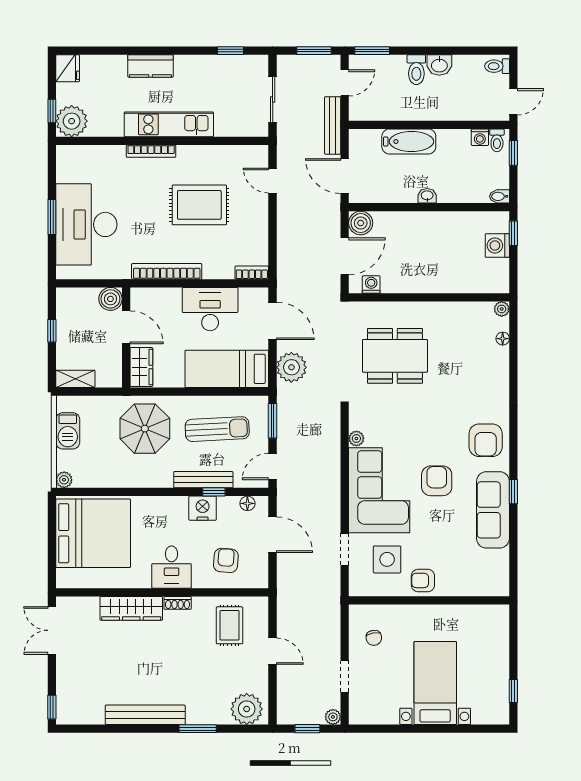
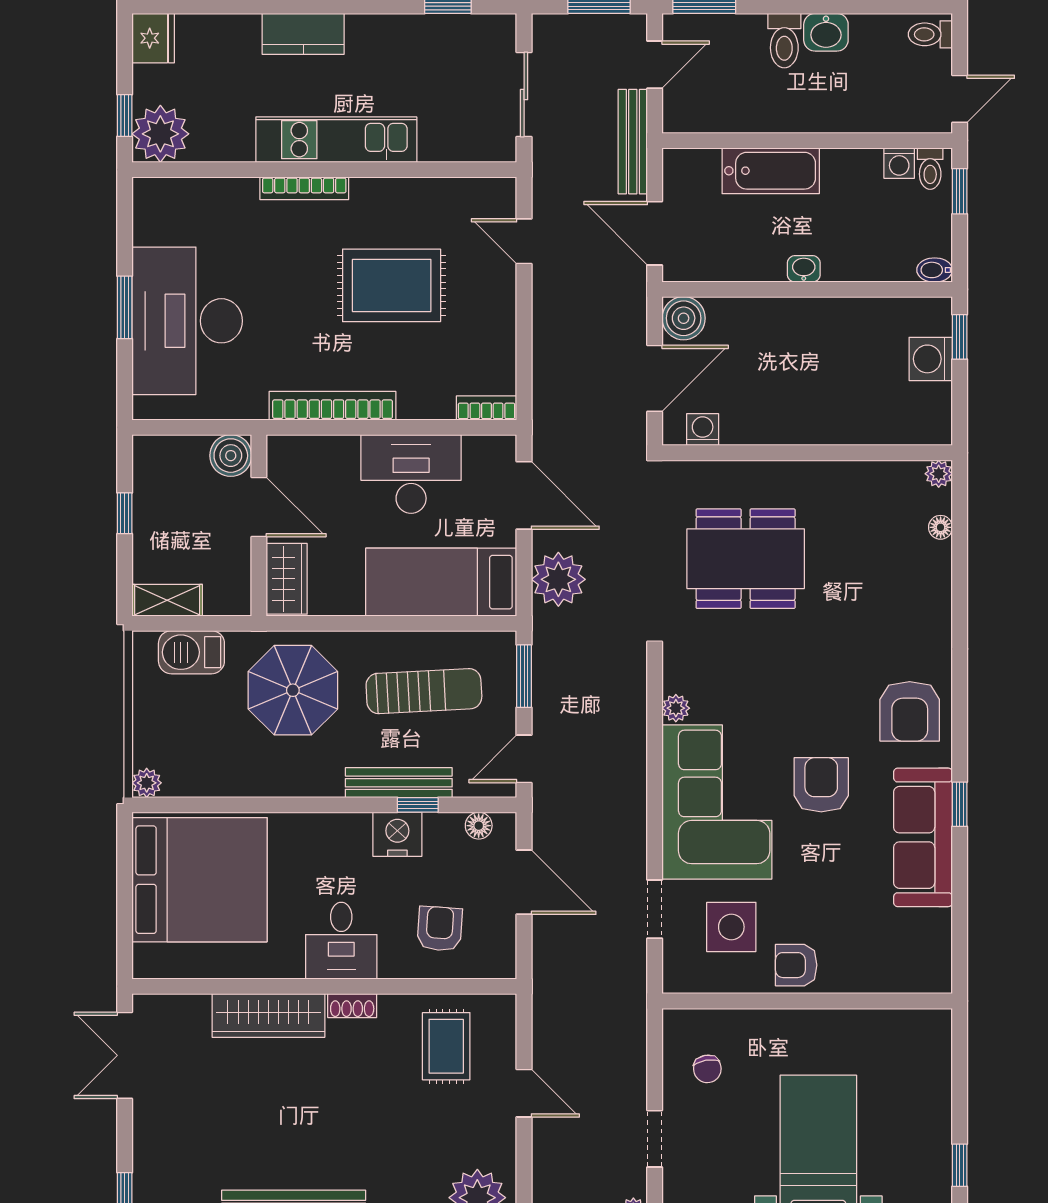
barbecue: (68, 431) -> (191, 652), moved, turned 90

